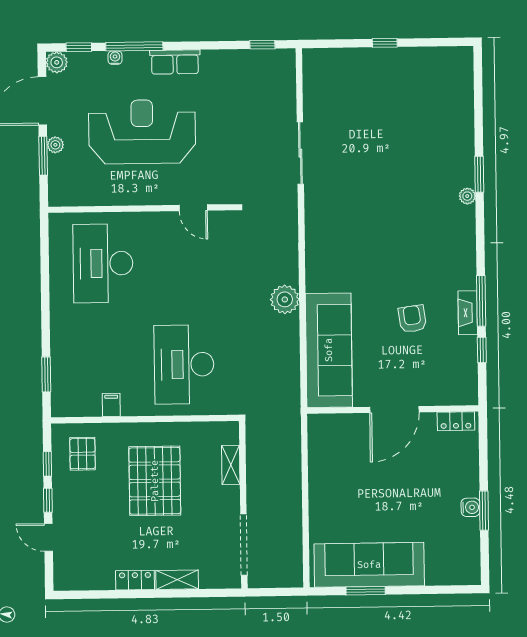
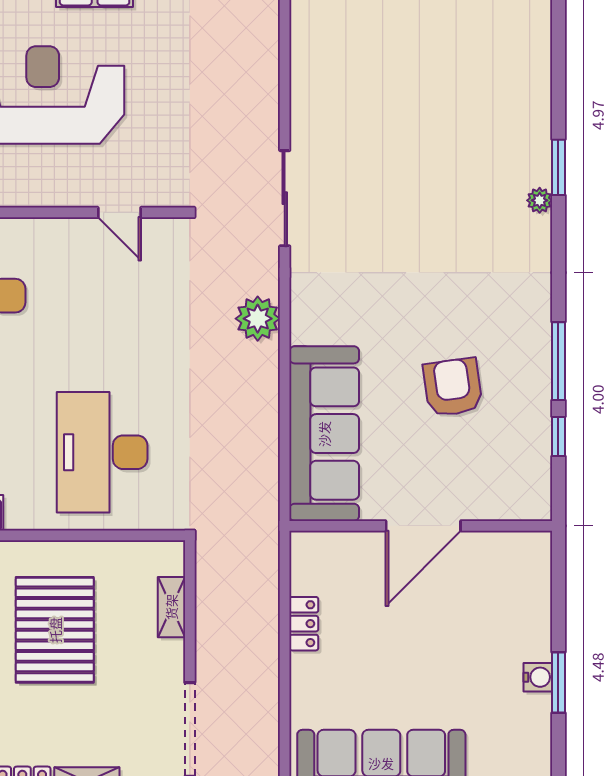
sliding door: (300, 153) -> (285, 198), moved
plant: (285, 299) -> (258, 319), moved
fireplace: (468, 313) -> (538, 379), removed
armchair: (412, 319) -> (453, 387), width x1.38, depth x1.38
locker: (456, 421) -> (304, 624), moved, turned -90

